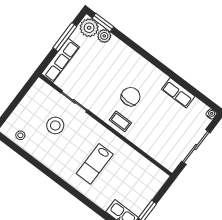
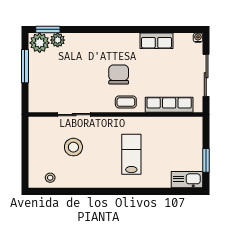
row of seats: (60, 60) -> (169, 105), moved, turned -90
lab bench: (95, 164) -> (131, 154), turned 180

